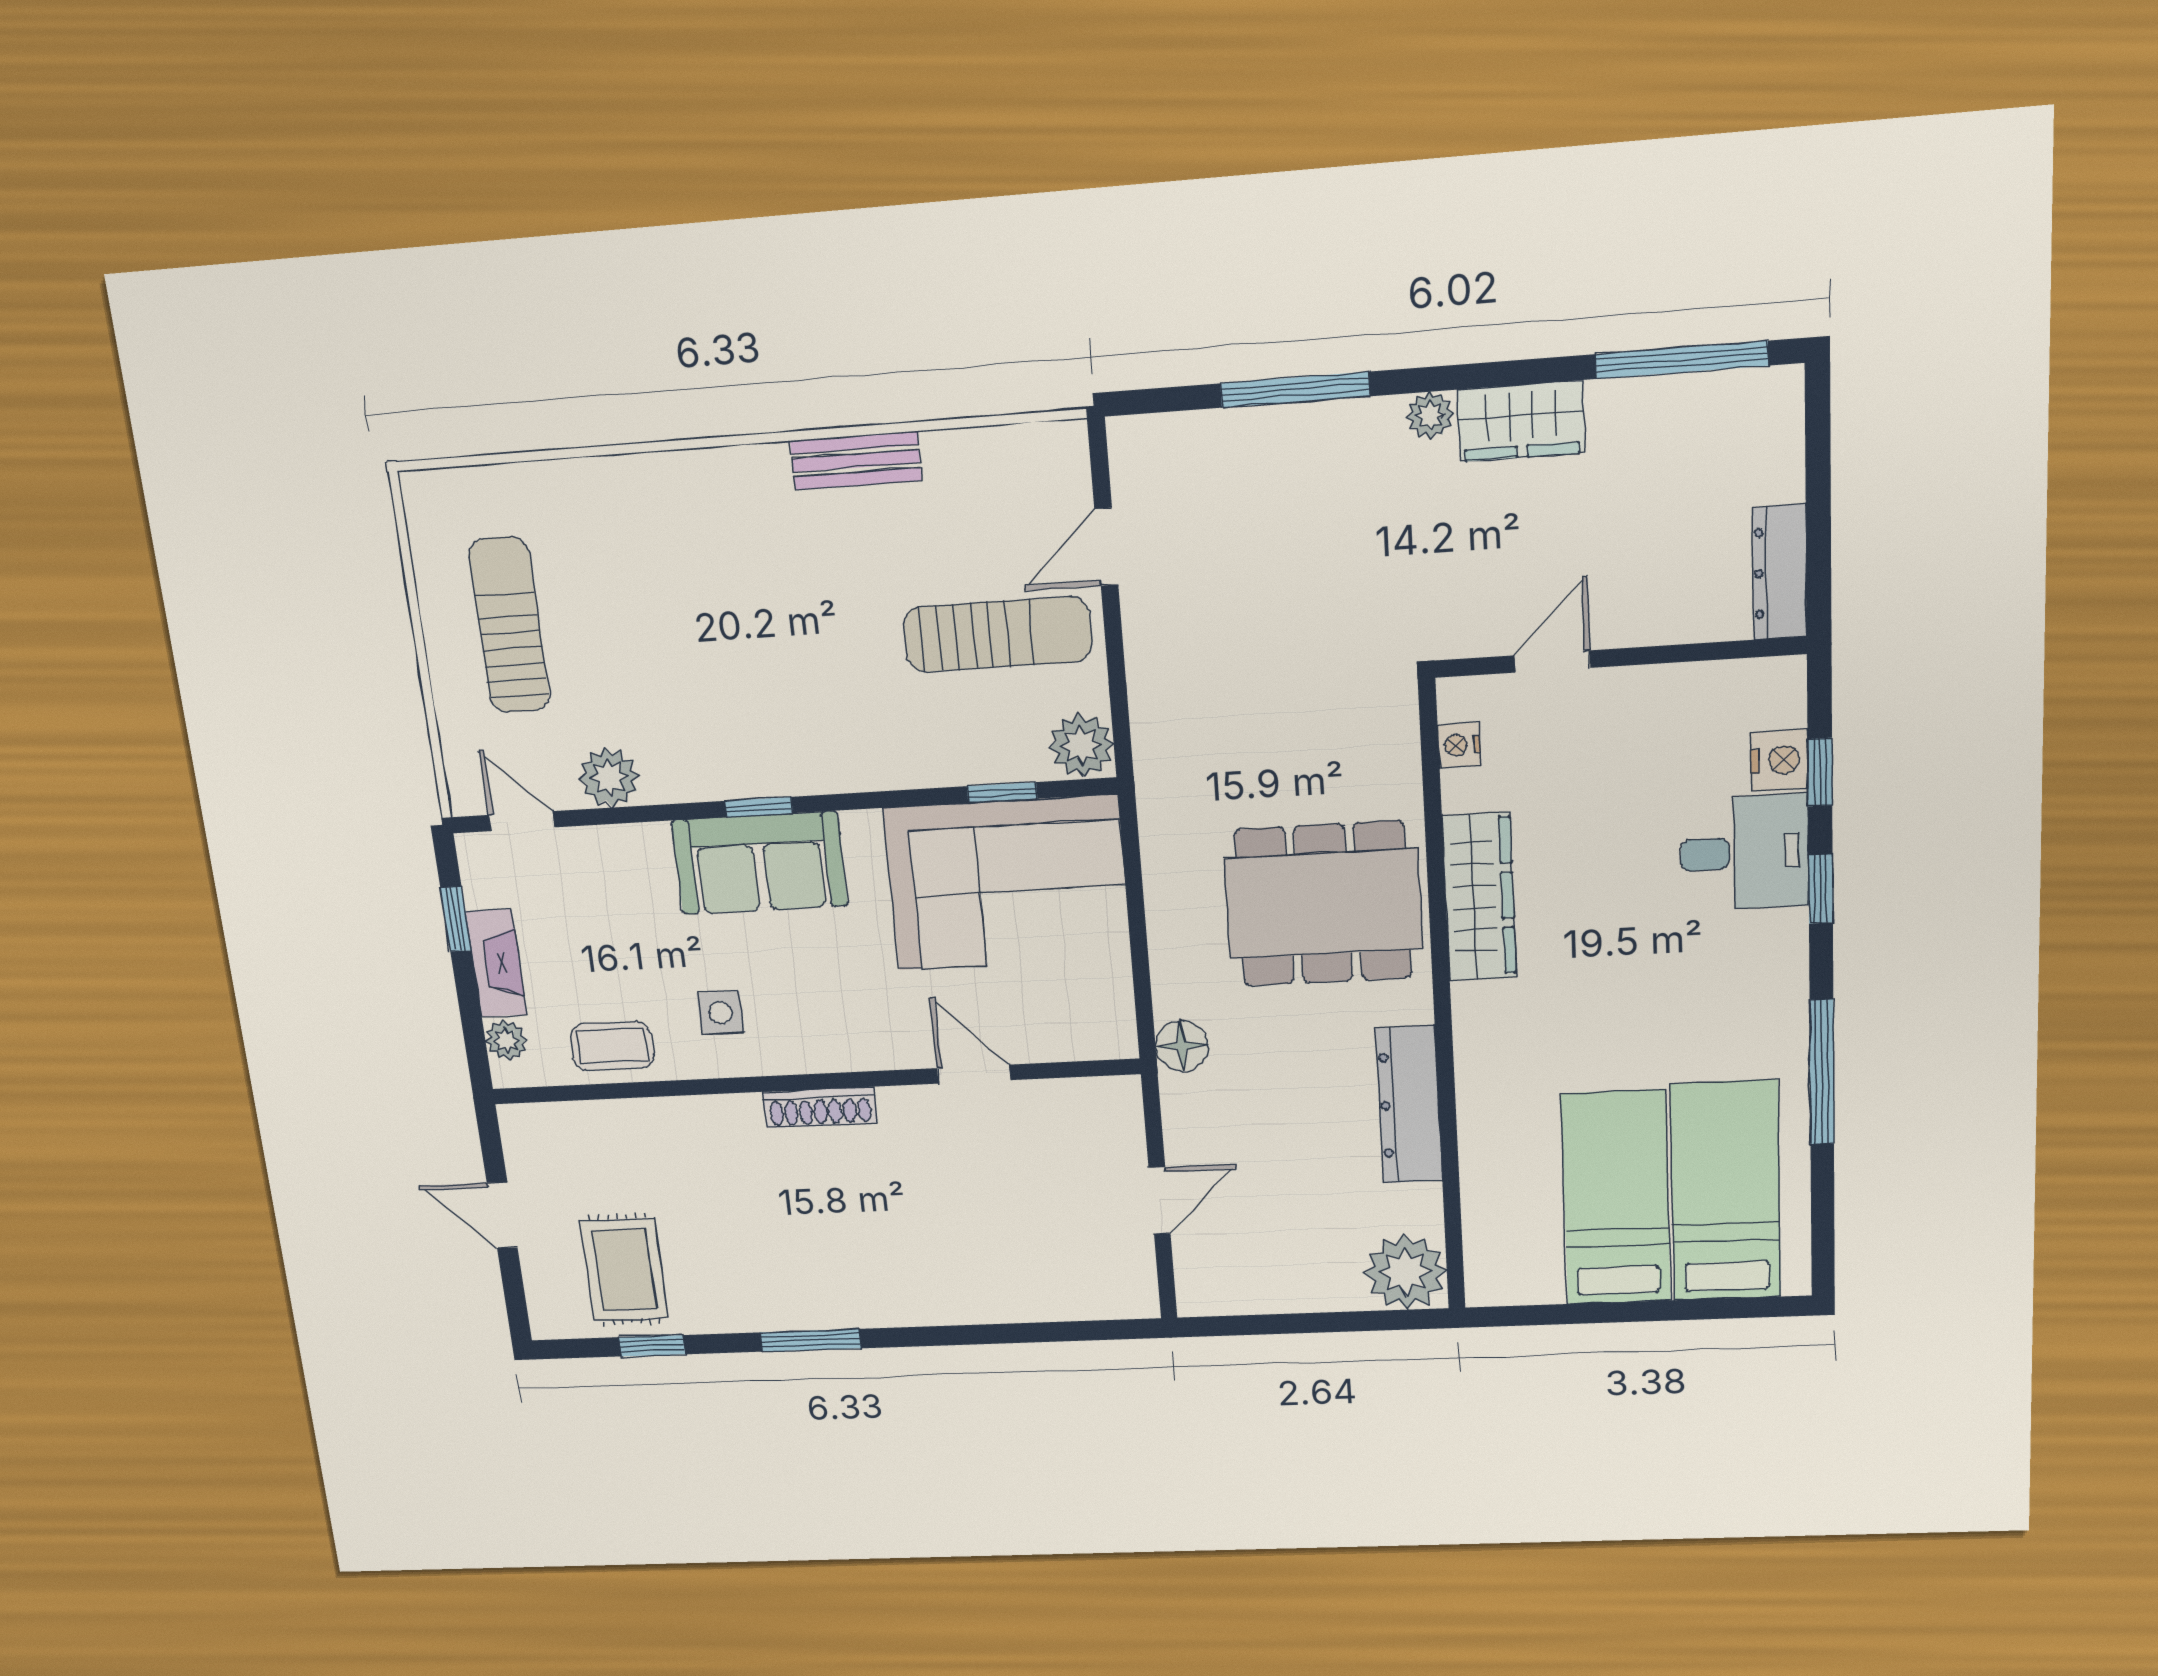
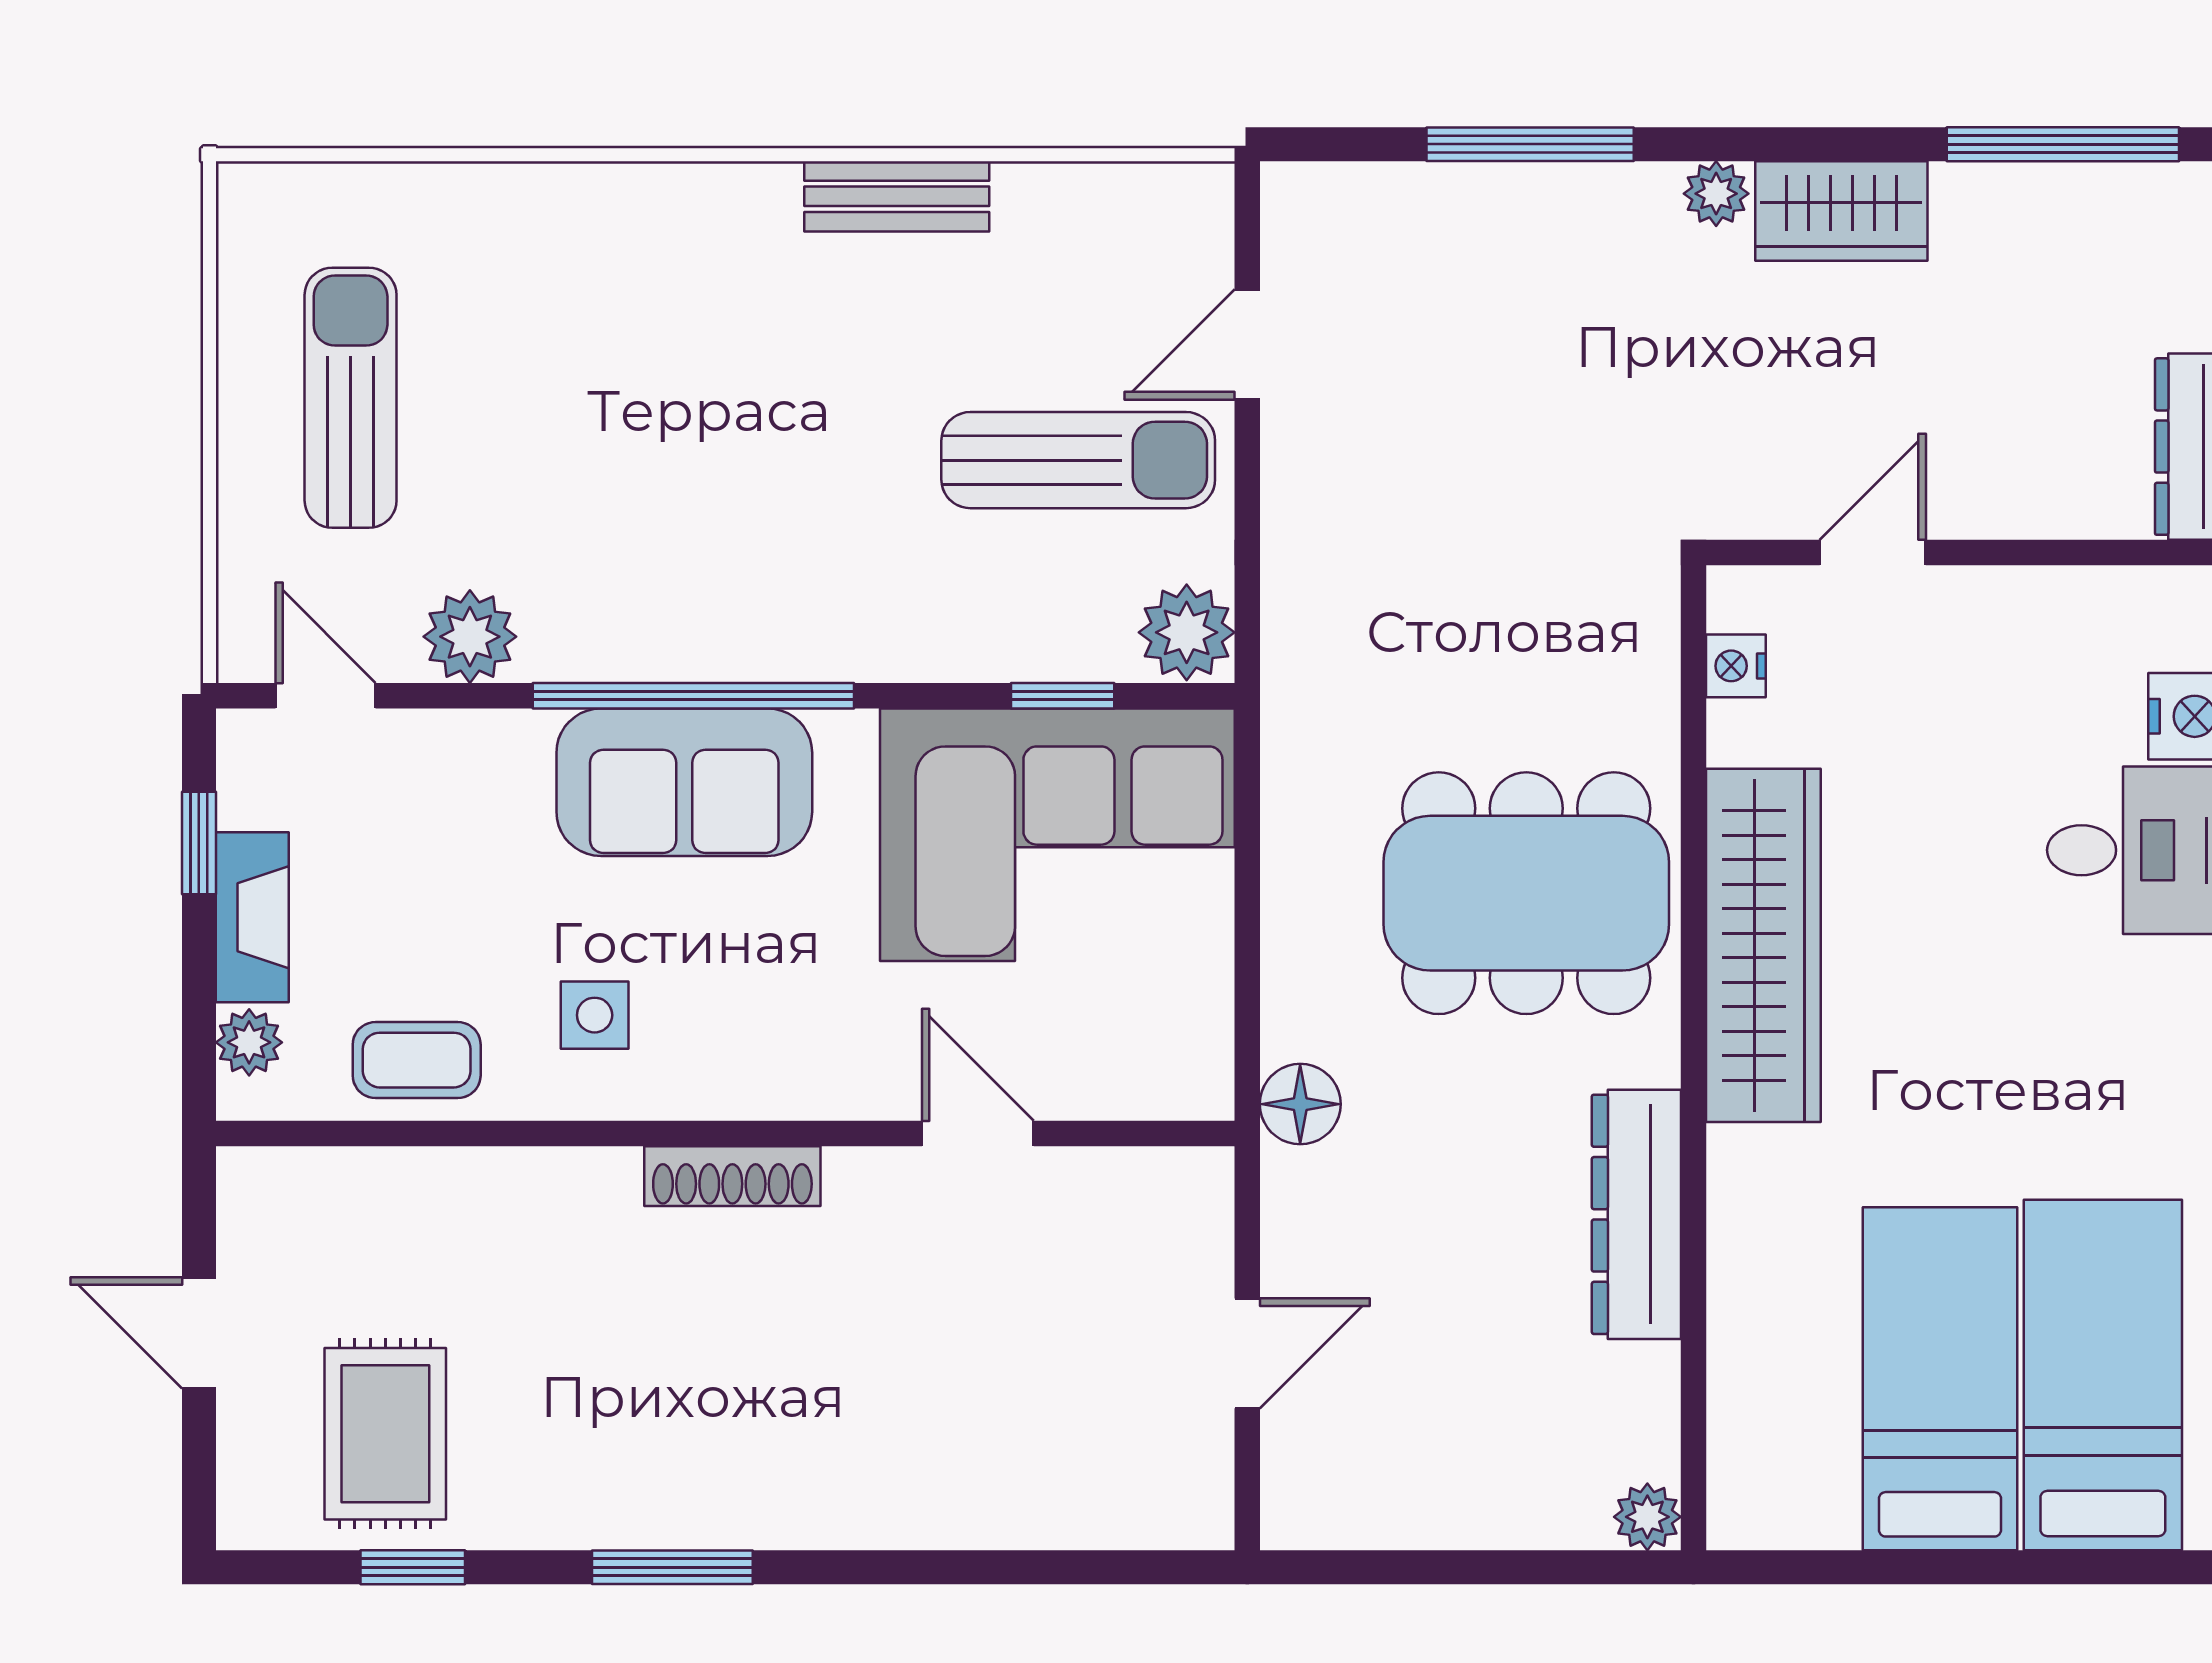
window: (759, 807) -> (693, 696), width x3.17
wardrobe: (1479, 897) -> (1763, 945), width x1.40, depth x1.17
plant: (1406, 1272) -> (1647, 1517), width x0.53, depth x0.53

